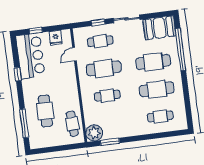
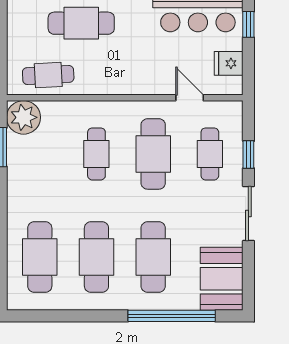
cafe table: (160, 116) -> (40, 257), width x1.37, depth x1.35

